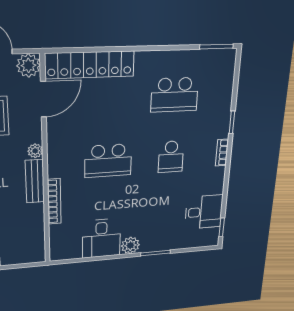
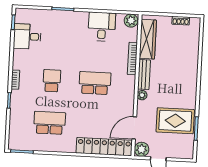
wardrobe: (34, 231) -> (148, 39), added
plant: (130, 245) -> (131, 21), moved

